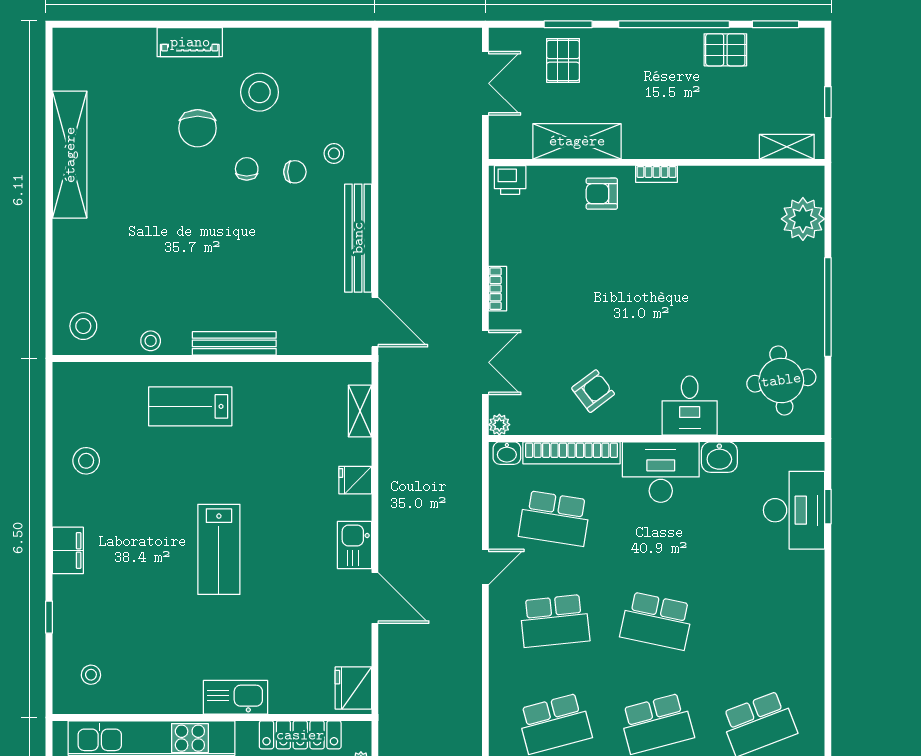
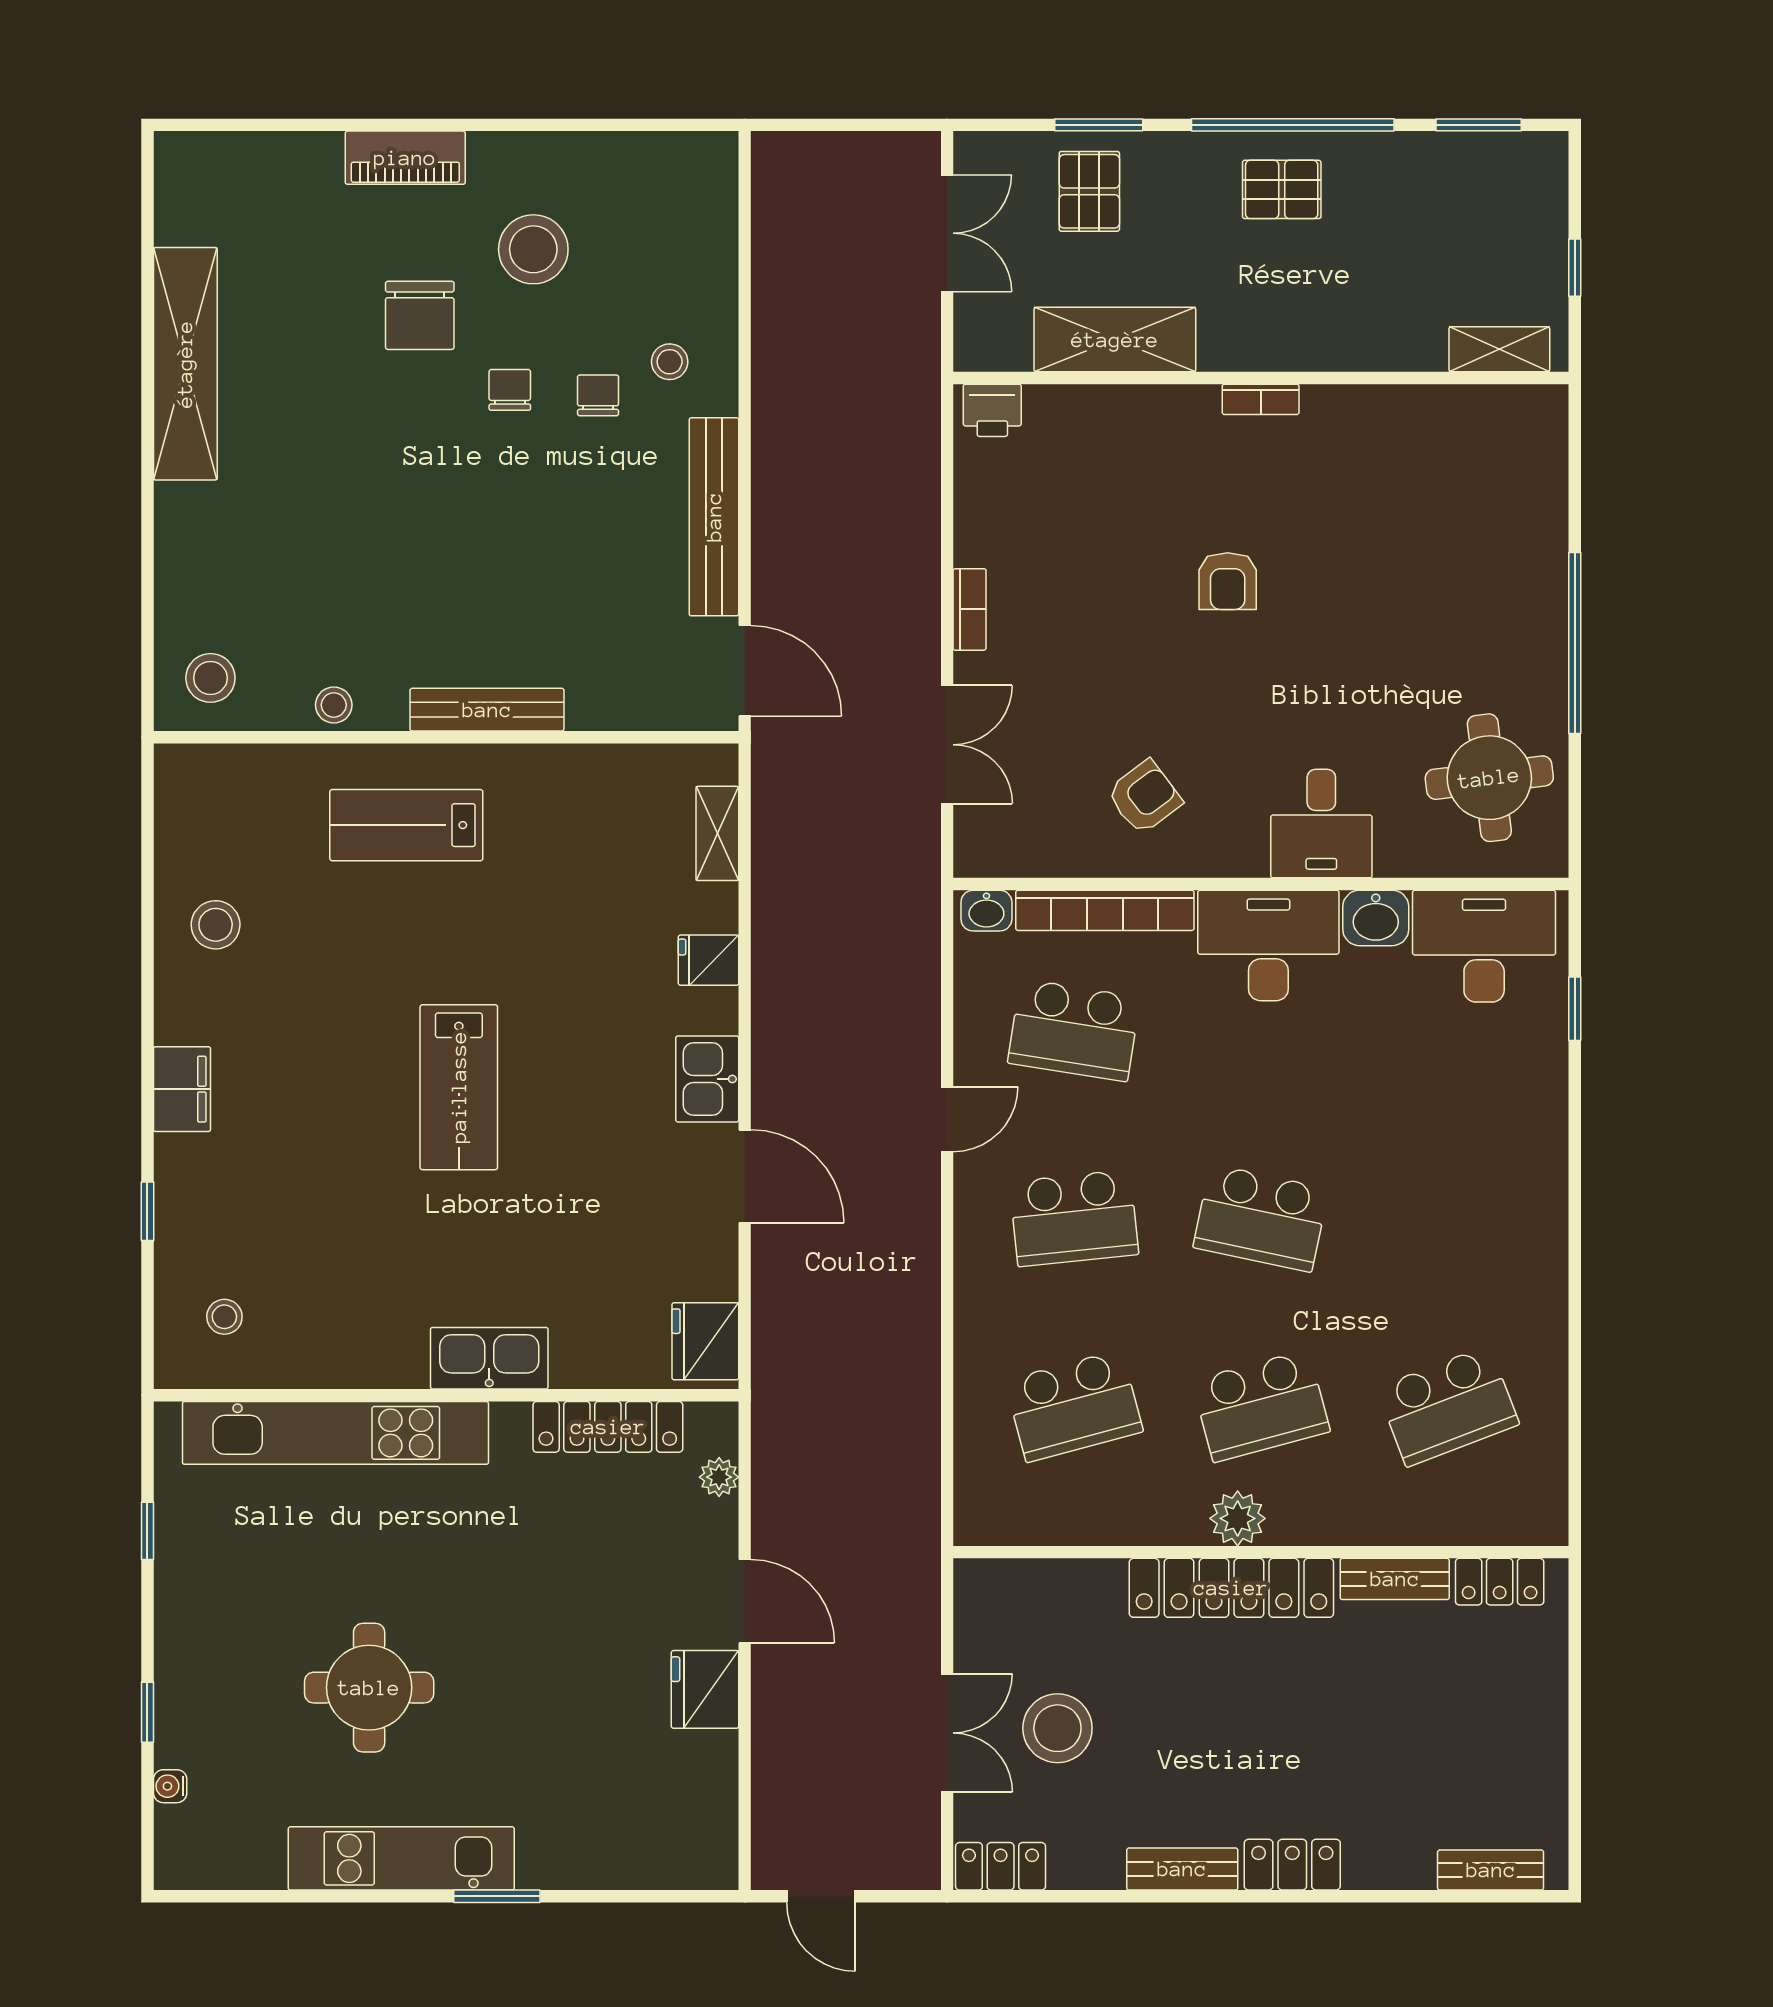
pallet: (725, 50) -> (1282, 189), moved
chair: (295, 172) -> (598, 395), turned -90
armchair: (602, 194) -> (1228, 581), moved, turned -90
plant: (803, 219) -> (1529, 482), removed
plant: (499, 425) -> (973, 859), removed
desk: (794, 510) -> (1484, 946), moved, turned -90

